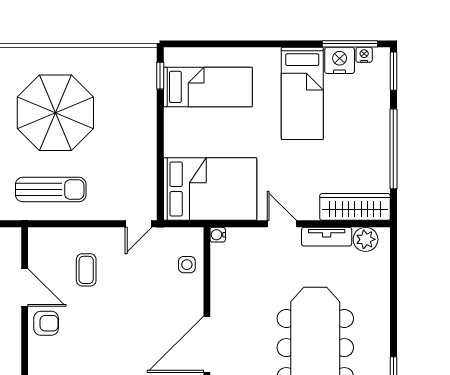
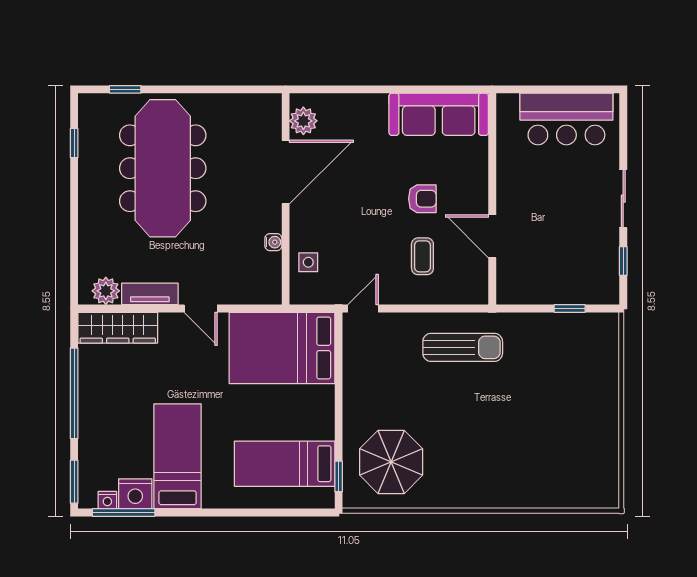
parasol: (55, 113) -> (391, 462), moved, width x0.73, depth x0.73
sun lounger: (51, 190) -> (463, 347), turned 180
water cooler: (218, 235) -> (273, 242), moved
armchair: (46, 323) -> (422, 199), moved, turned 180

